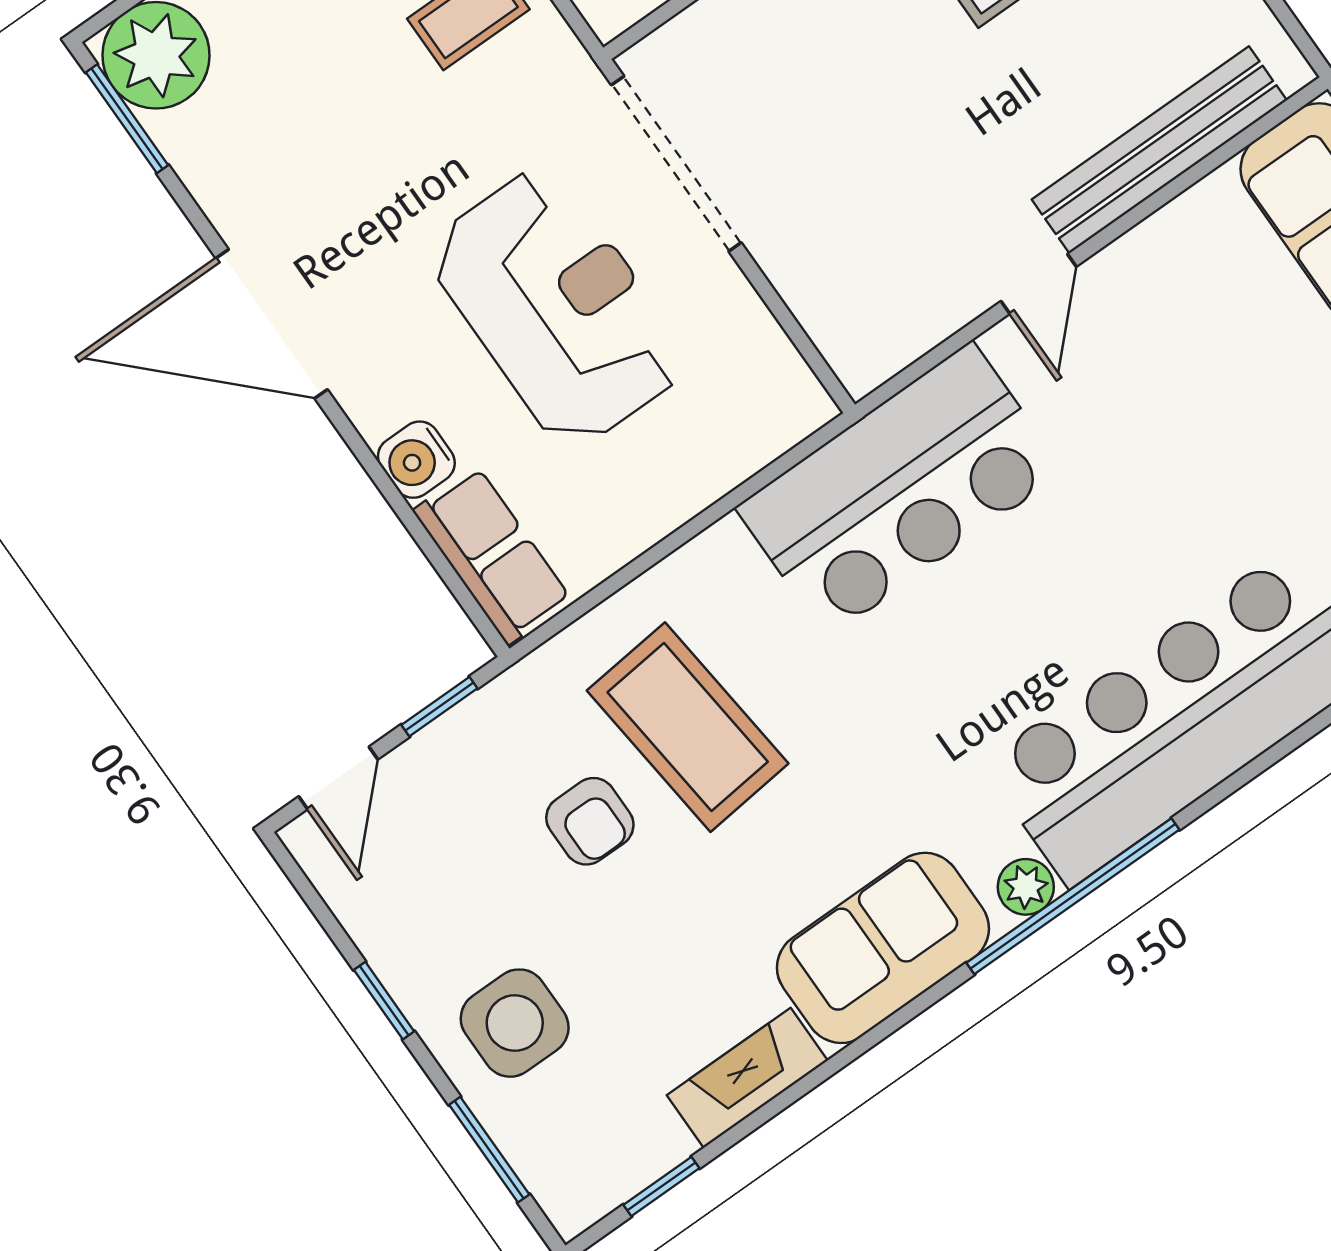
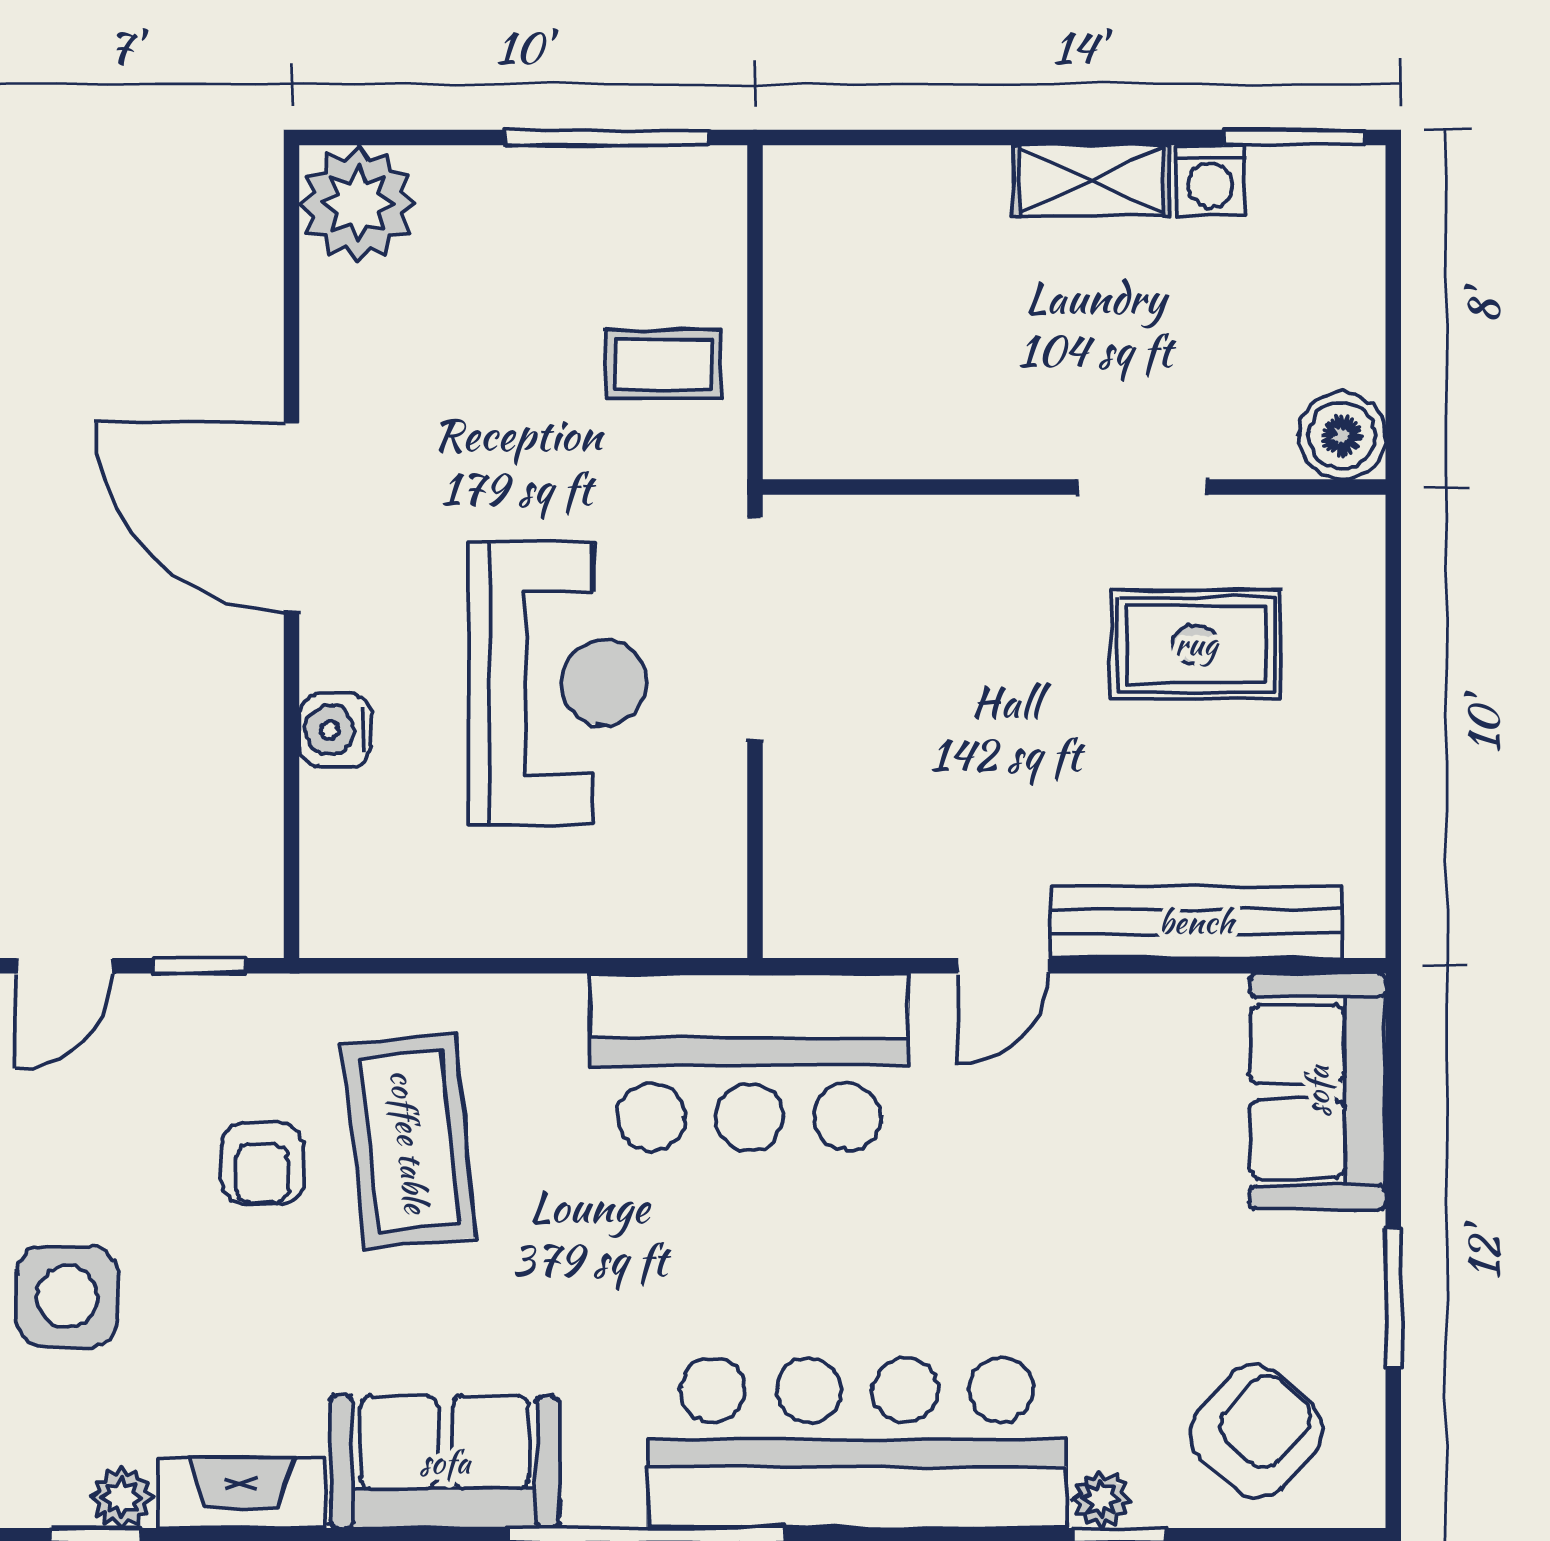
window: (127, 119) -> (292, 242), removed
row of seats: (492, 555) -> (343, 864), removed
plant: (1026, 887) -> (121, 1497), moved

